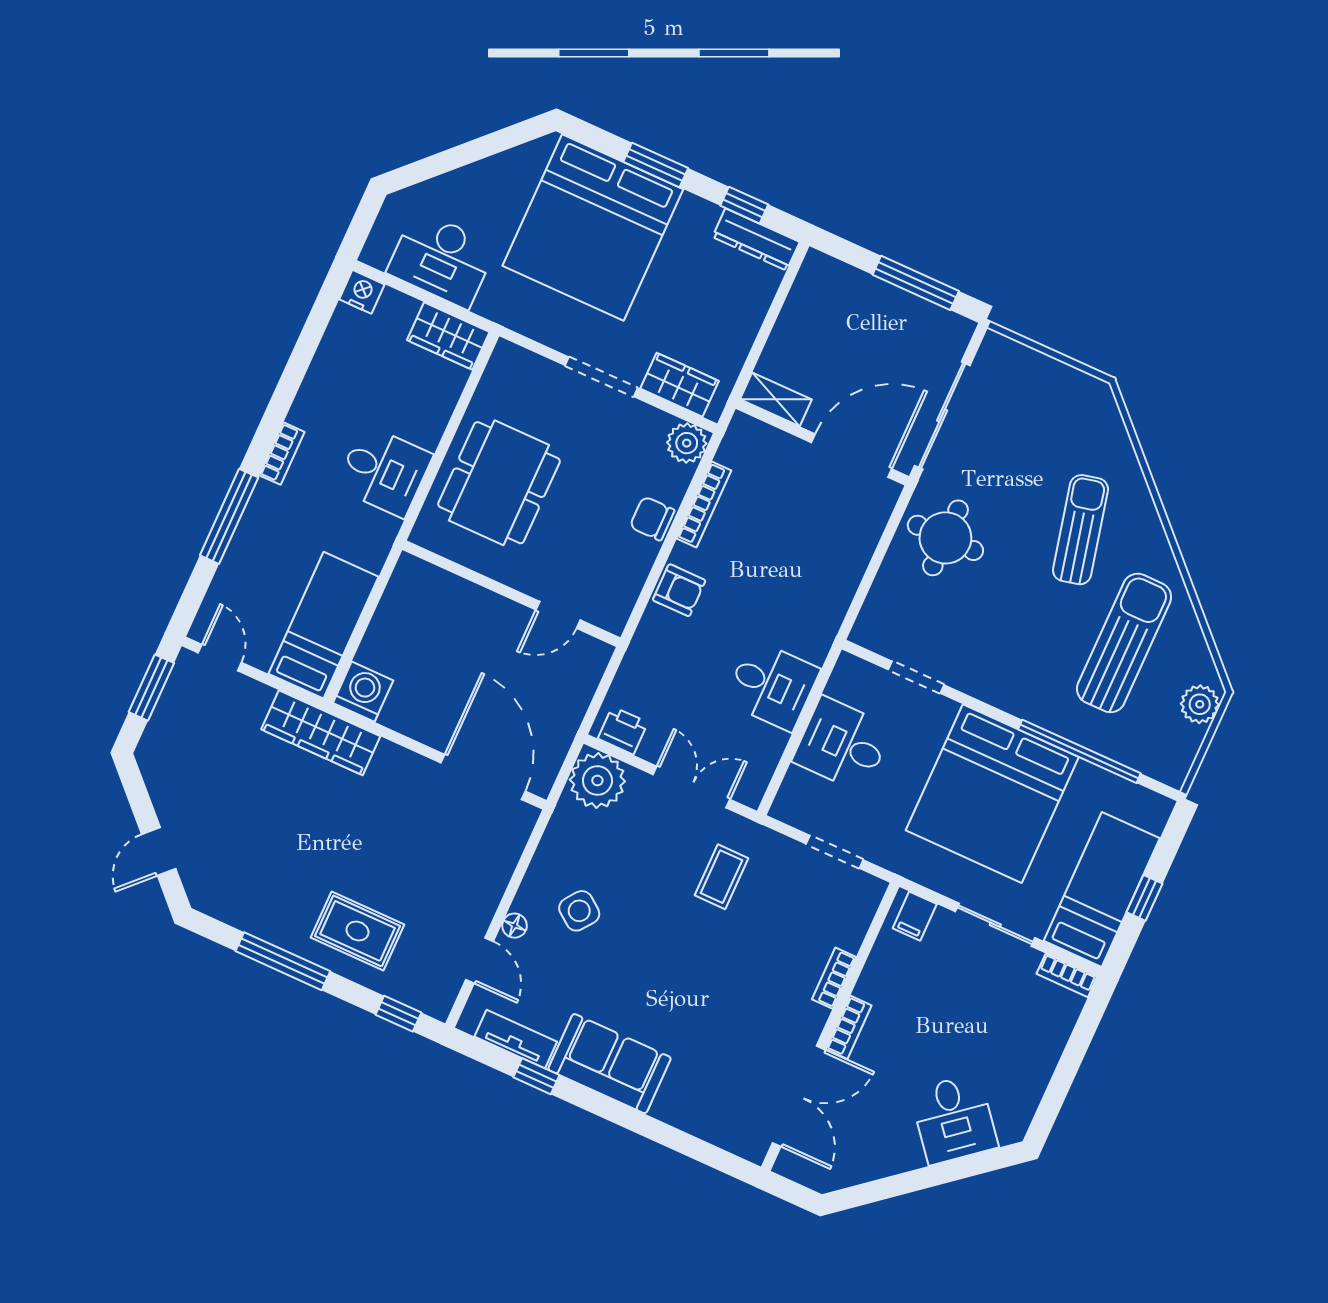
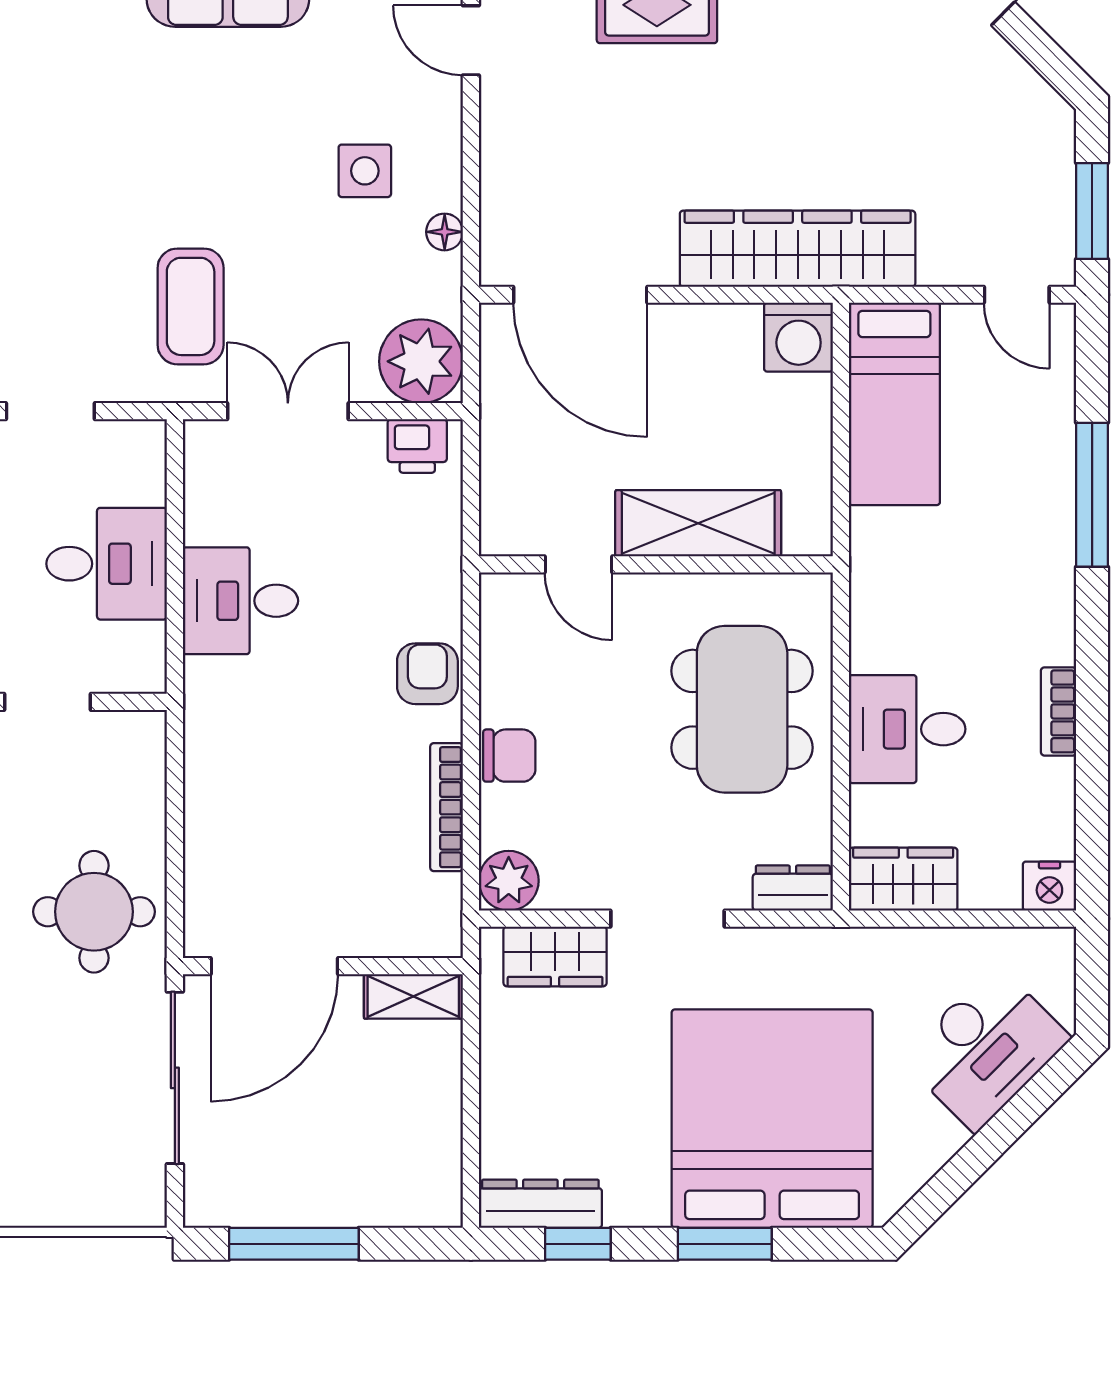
desk: (442, 259) -> (986, 1048), moved, turned 135
dresser: (517, 361) -> (793, 888), added
bookcase: (282, 454) -> (1059, 711), moved
desk: (384, 471) -> (907, 729), moved
armchair: (679, 590) -> (427, 674), turned 90
shelving: (475, 607) -> (698, 523), added
door: (558, 615) -> (578, 564), swing flipped
wardrobe: (321, 733) -> (798, 249), width x1.40, depth x1.17
double door: (691, 787) -> (288, 411), swing flipped
coffee table: (721, 877) -> (191, 306), width x1.36, depth x1.30
side table: (579, 911) -> (365, 171), turned -37
floor lamp: (515, 926) -> (445, 232), moved

